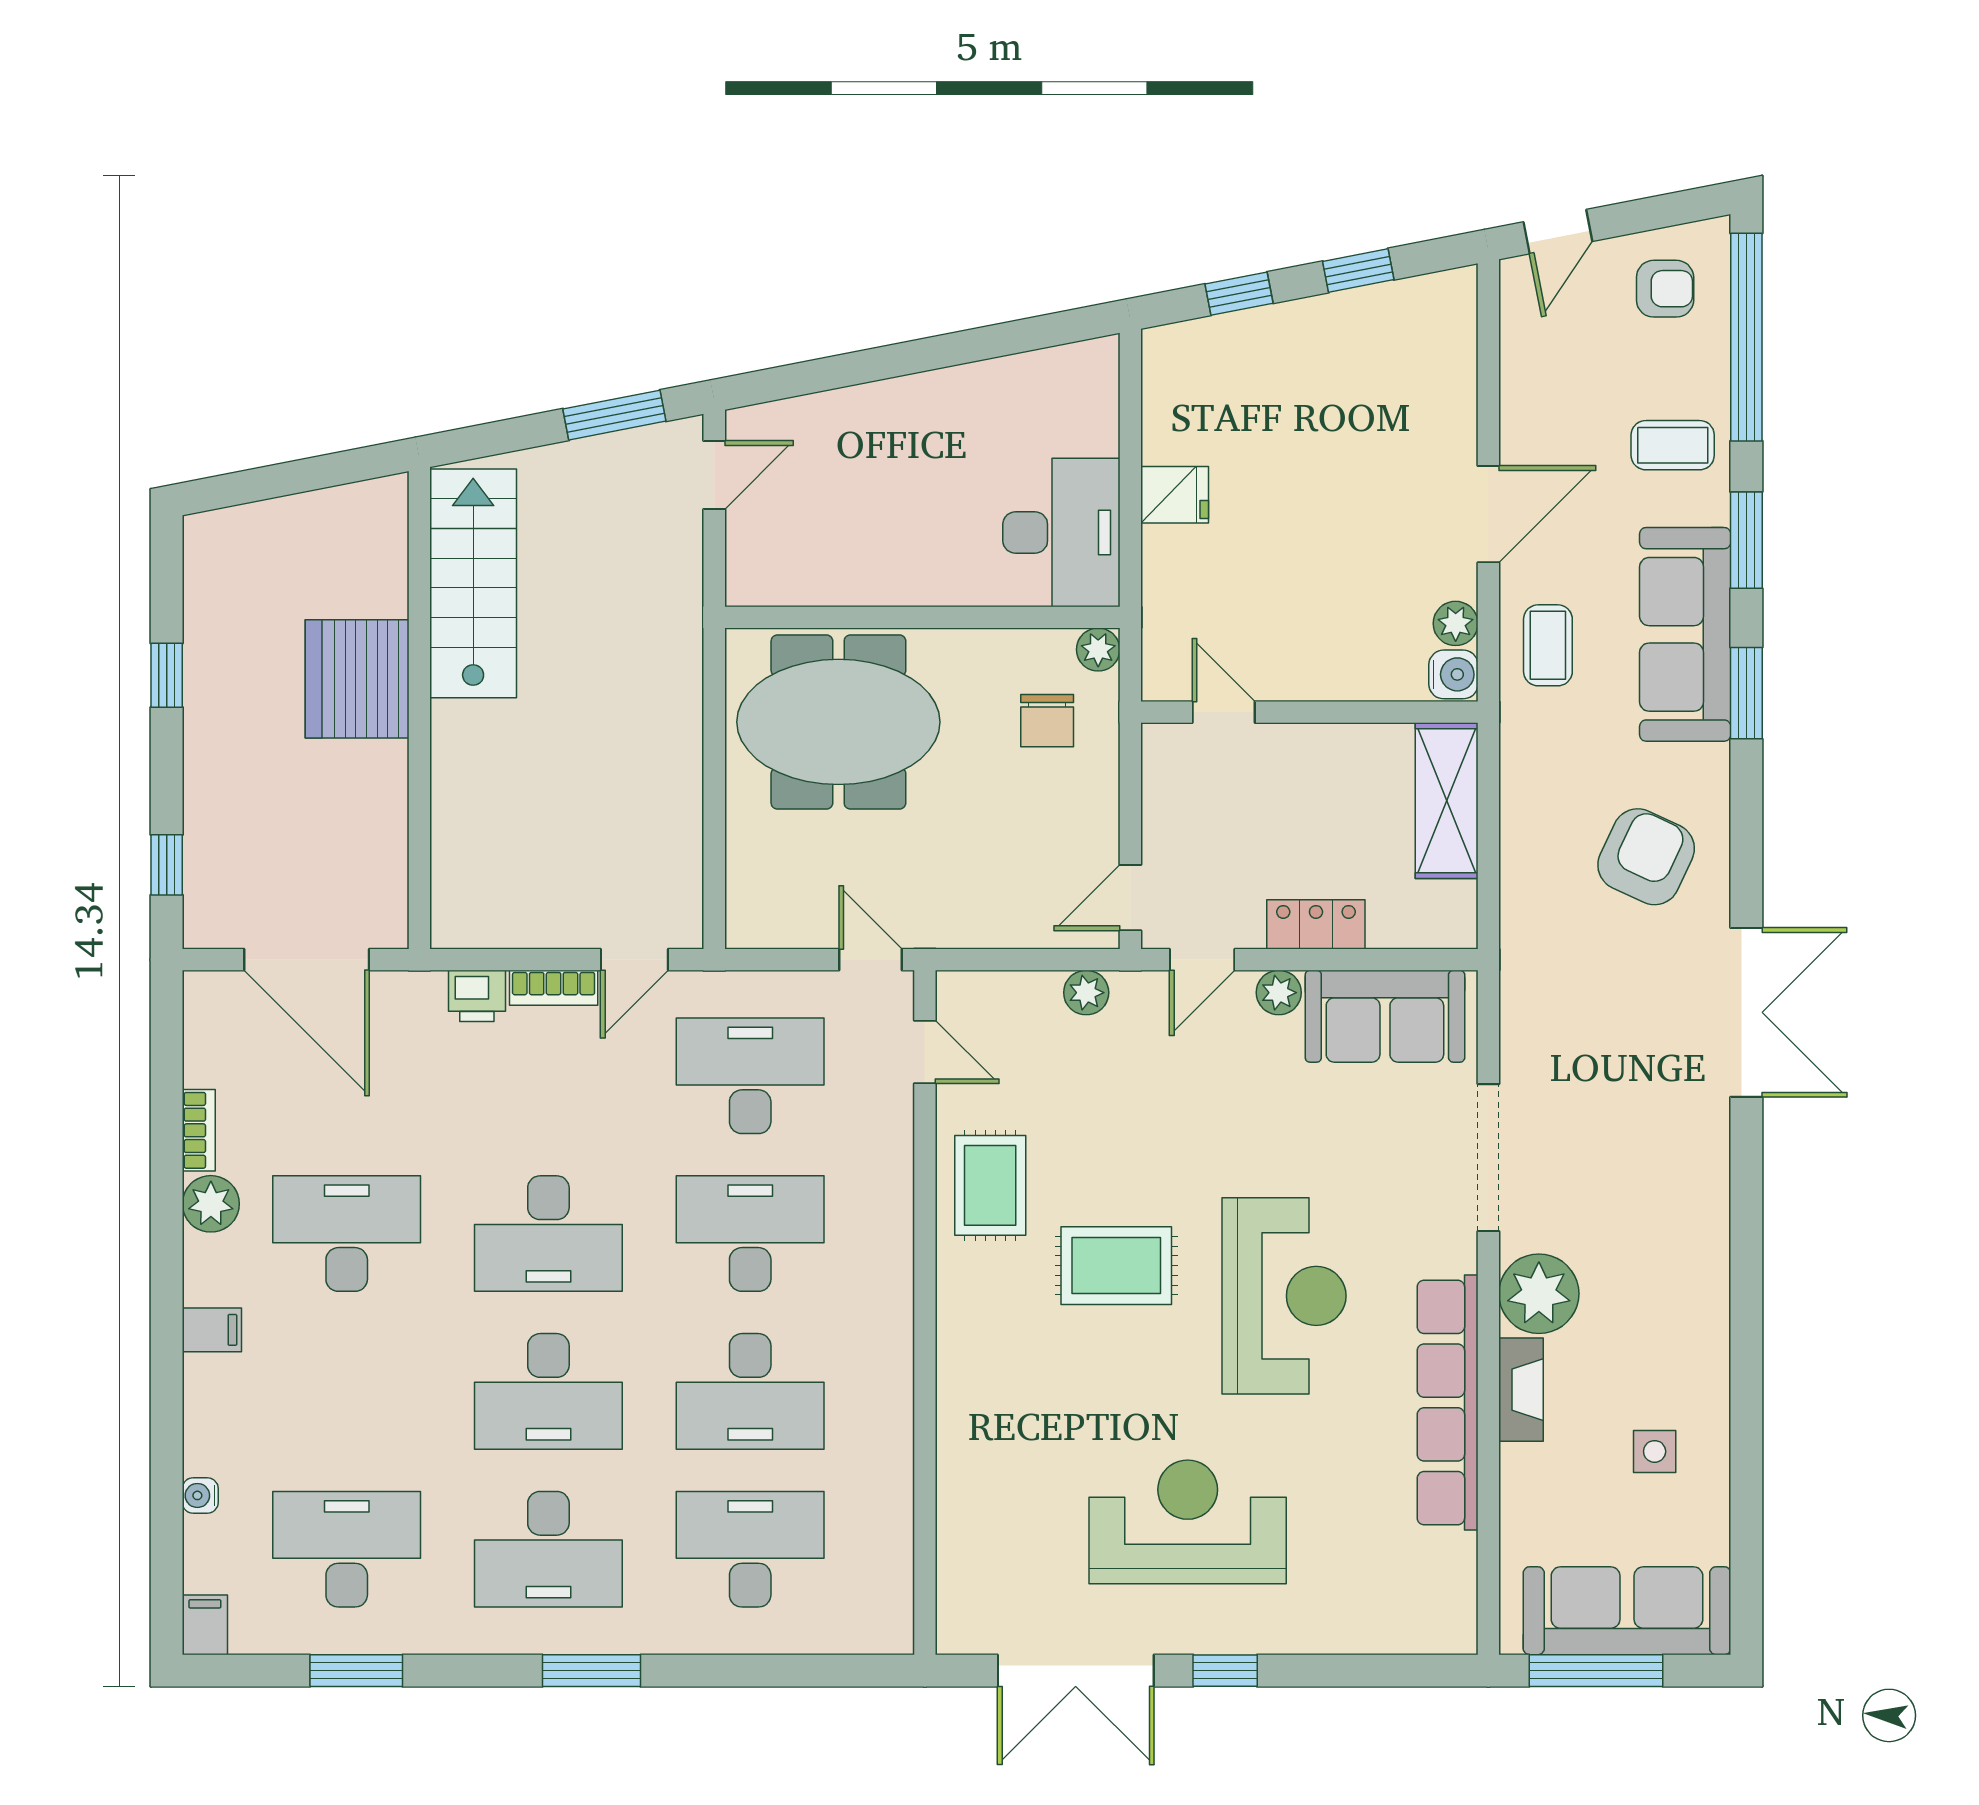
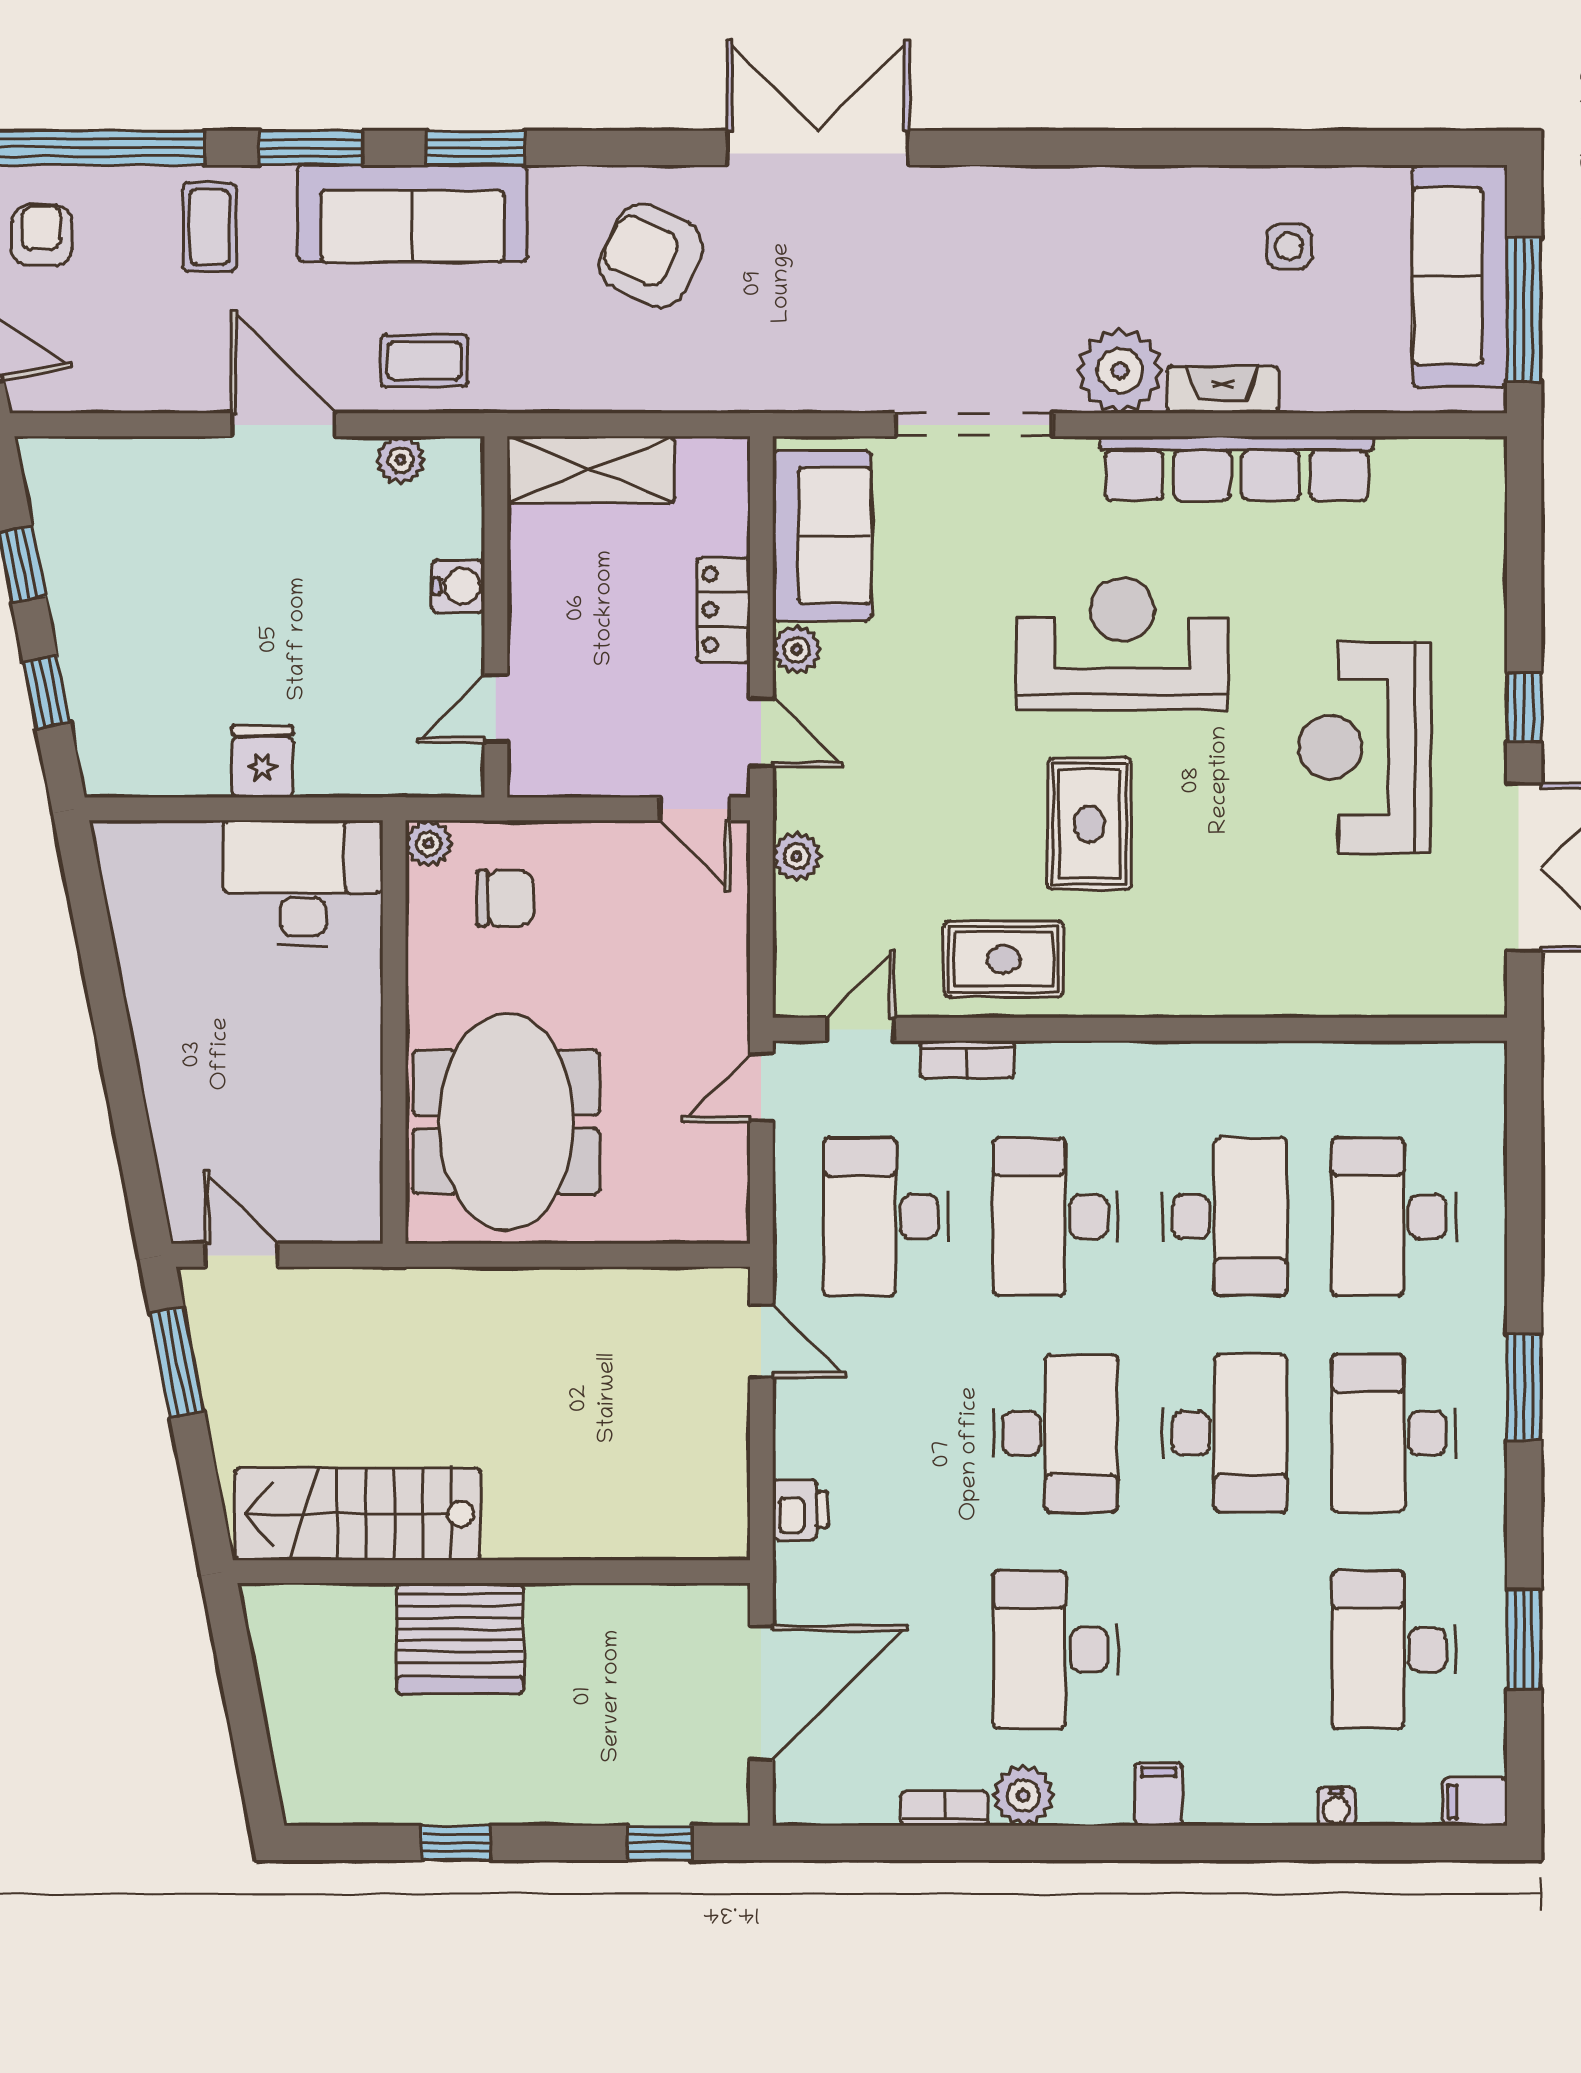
water cooler: (1453, 674) -> (458, 586), moved, turned 90
bookcase: (554, 988) -> (967, 1059), moved, turned 90
desk: (548, 1549) -> (1394, 1433), turned 180

